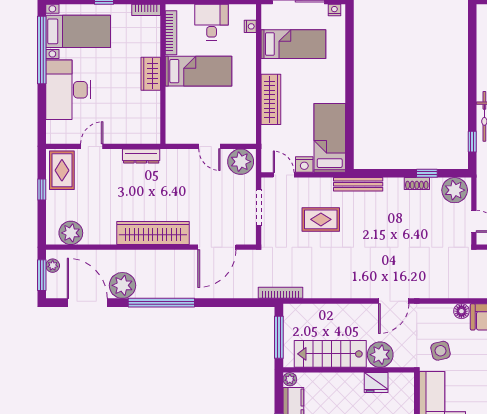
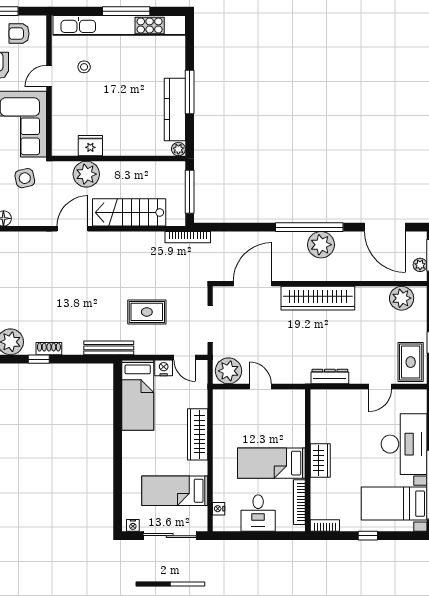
plant: (122, 285) -> (321, 245), moved
stairs: (330, 354) -> (129, 212), moved, turned 180

